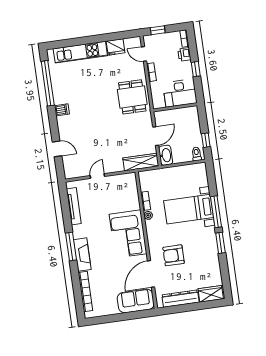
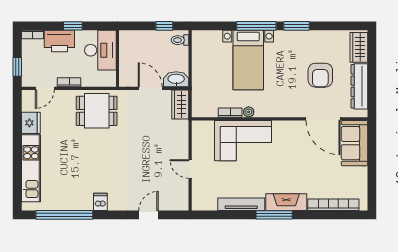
printer: (184, 54) -> (59, 41), width x1.87, depth x1.48
wardrobe: (141, 162) -> (180, 104), width x0.67
tv unit: (74, 206) -> (241, 204), moved
corner sofa: (128, 234) -> (243, 141), moved
armchair: (174, 255) -> (320, 75), moved

